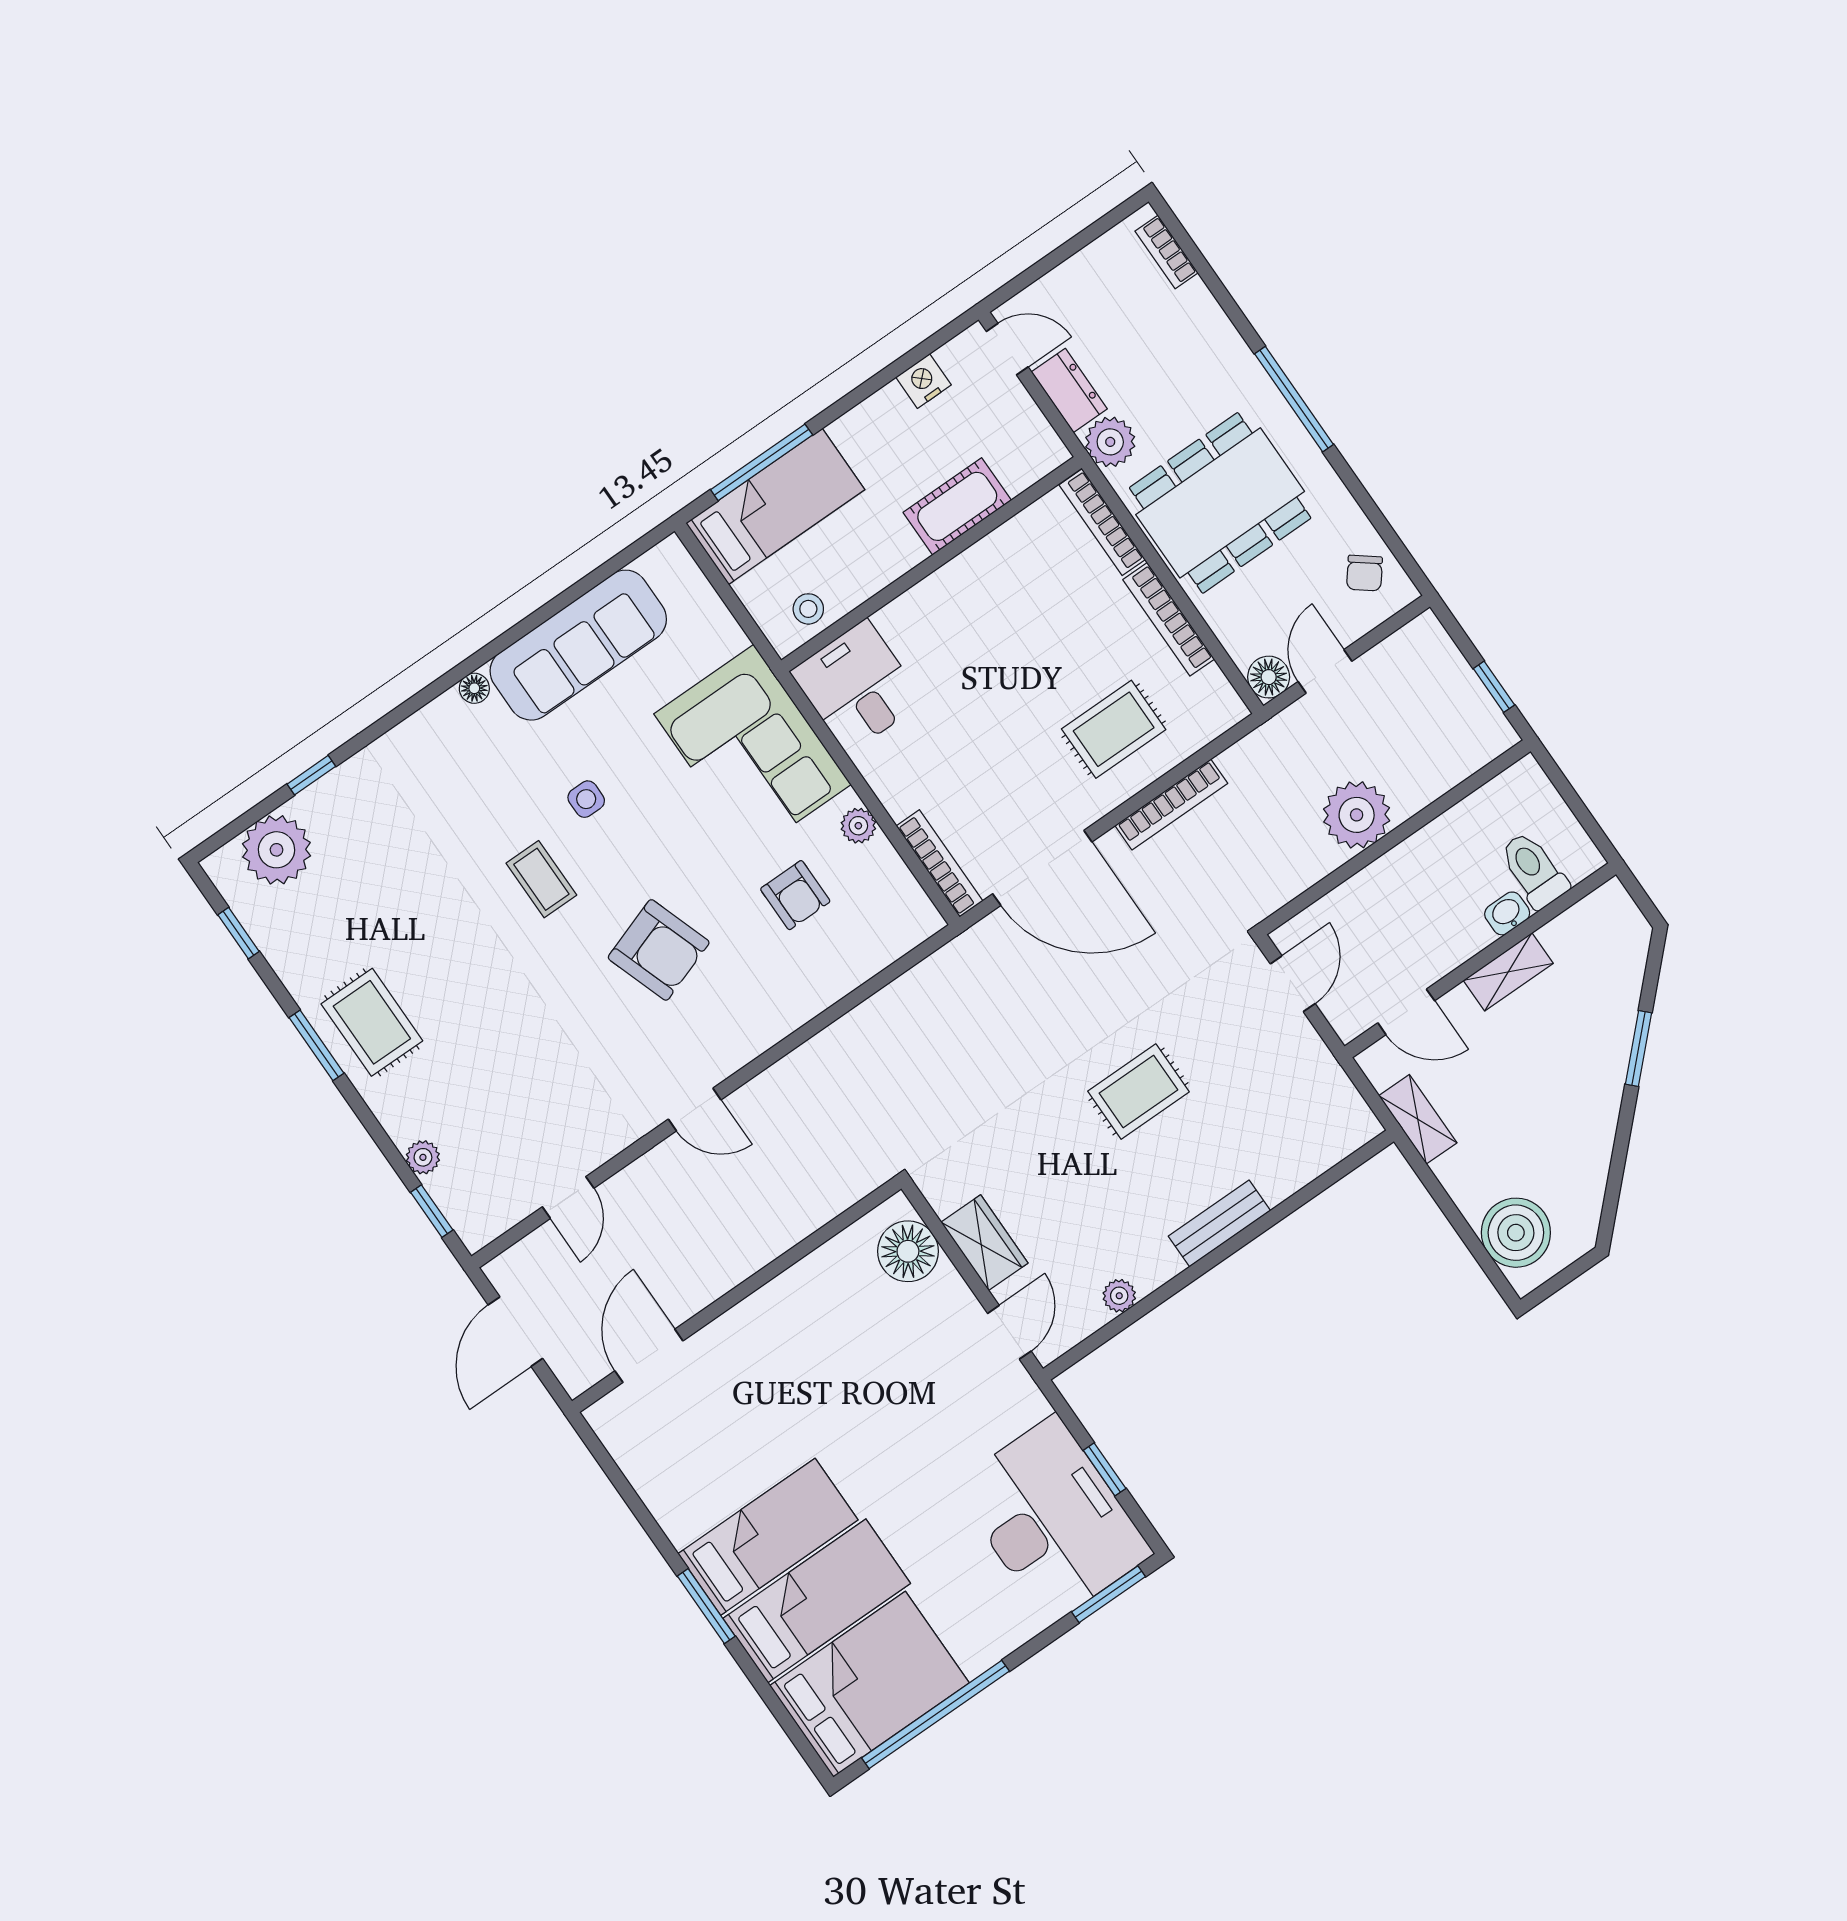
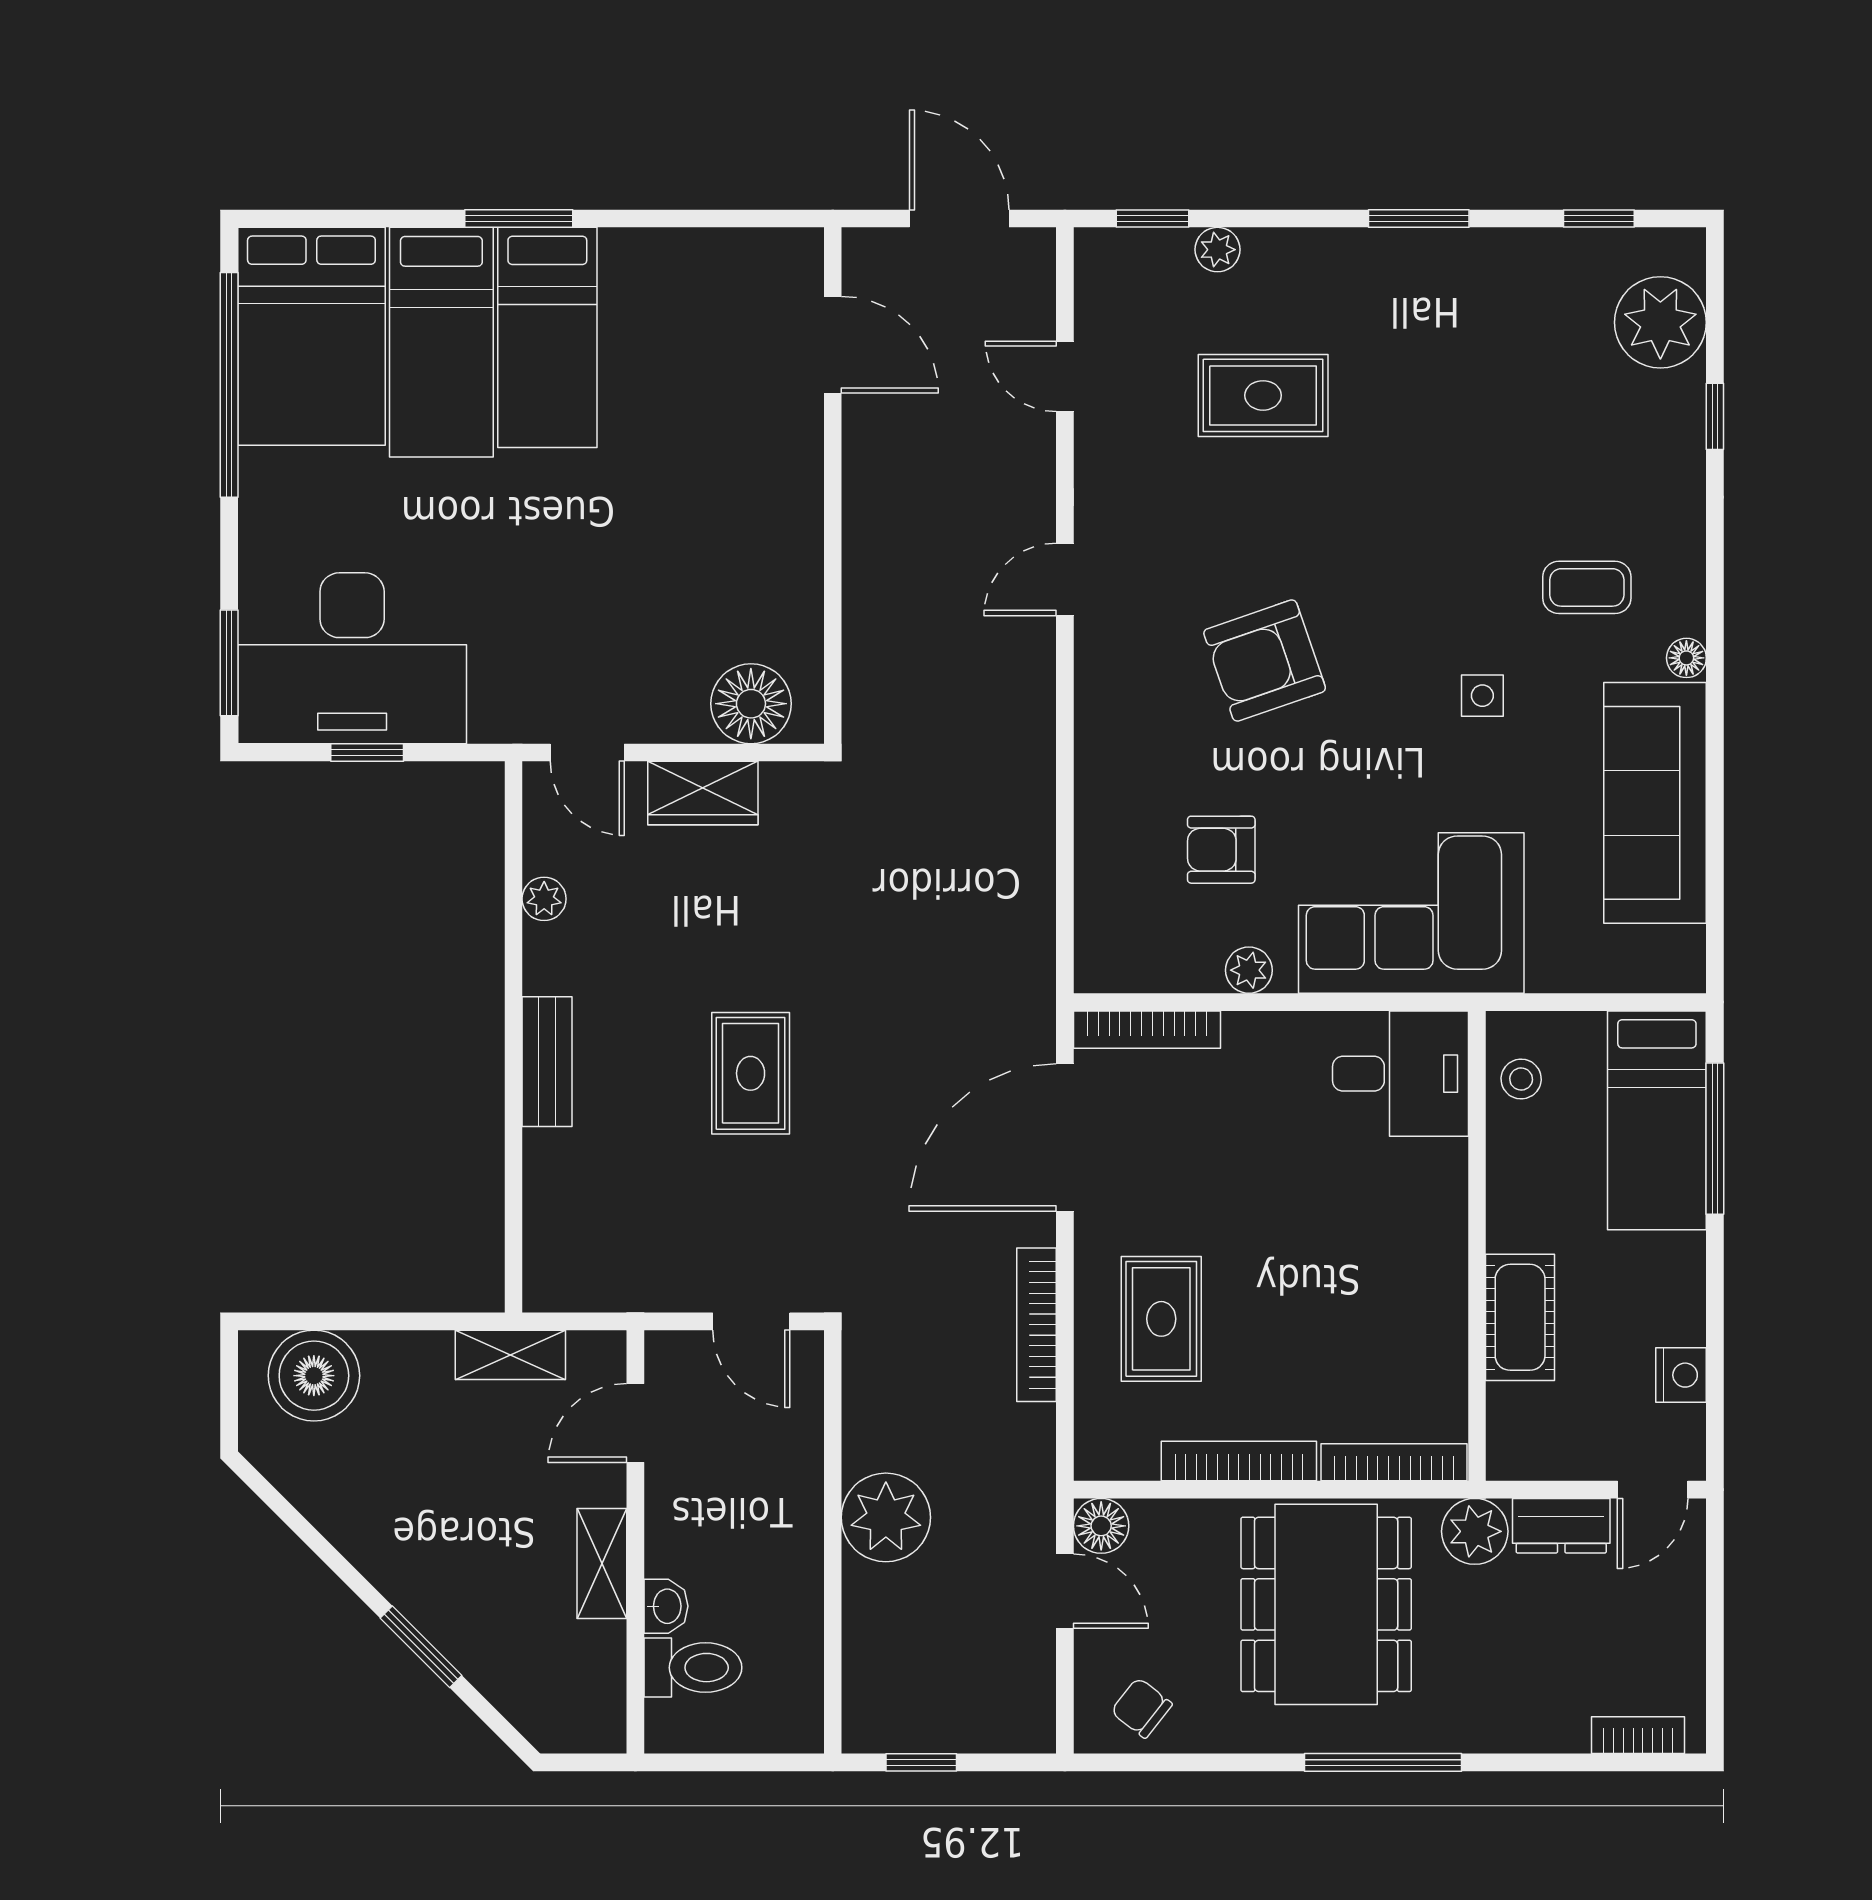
coffee table: (541, 879) -> (1587, 587), moved
rug: (372, 1022) -> (1263, 395), moved

